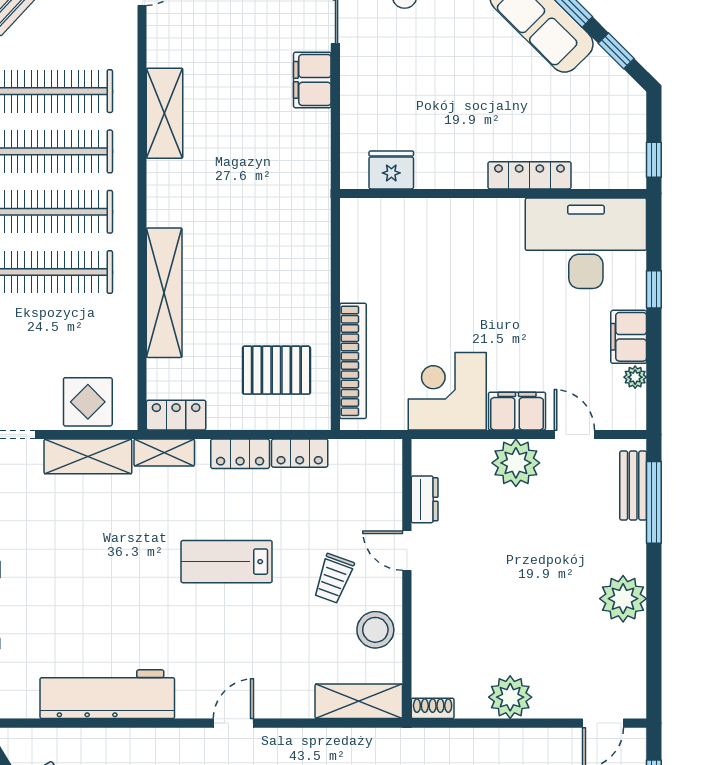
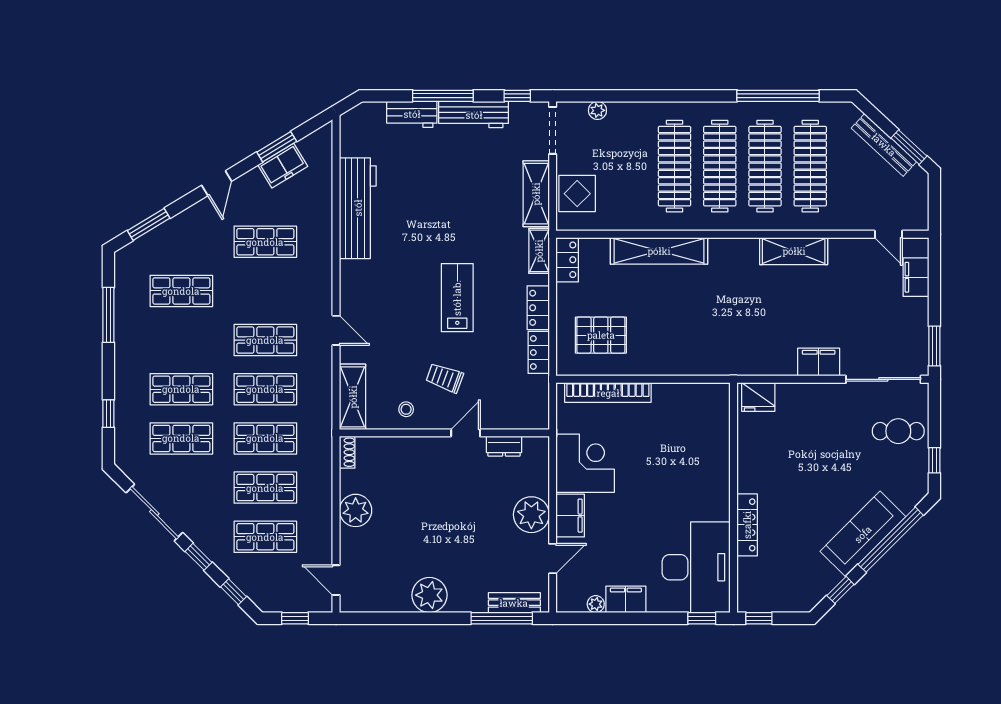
fridge: (391, 170) -> (758, 397), moved, turned 90
window: (654, 289) -> (702, 618), moved
pallet: (276, 370) -> (601, 335), turned 90
stool: (375, 630) -> (406, 409), width x0.53, depth x0.53
door: (233, 723) -> (336, 330), moved

